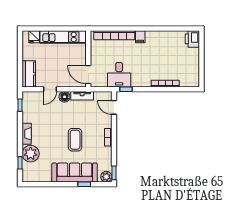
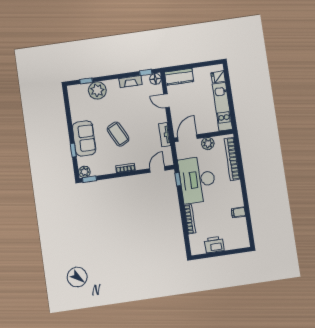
filing cabinet: (140, 37) -> (238, 212), moved
printer: (192, 39) -> (214, 245), moved
plant: (96, 56) -> (208, 144), added
desk: (119, 75) -> (197, 180), width x1.87, depth x1.30
floor lamp: (65, 97) -> (155, 79), moved
fireplace: (27, 134) -> (130, 82), moved
coffee table: (75, 140) -> (118, 134), turned 63
sofa: (75, 173) -> (84, 138), width x0.73

